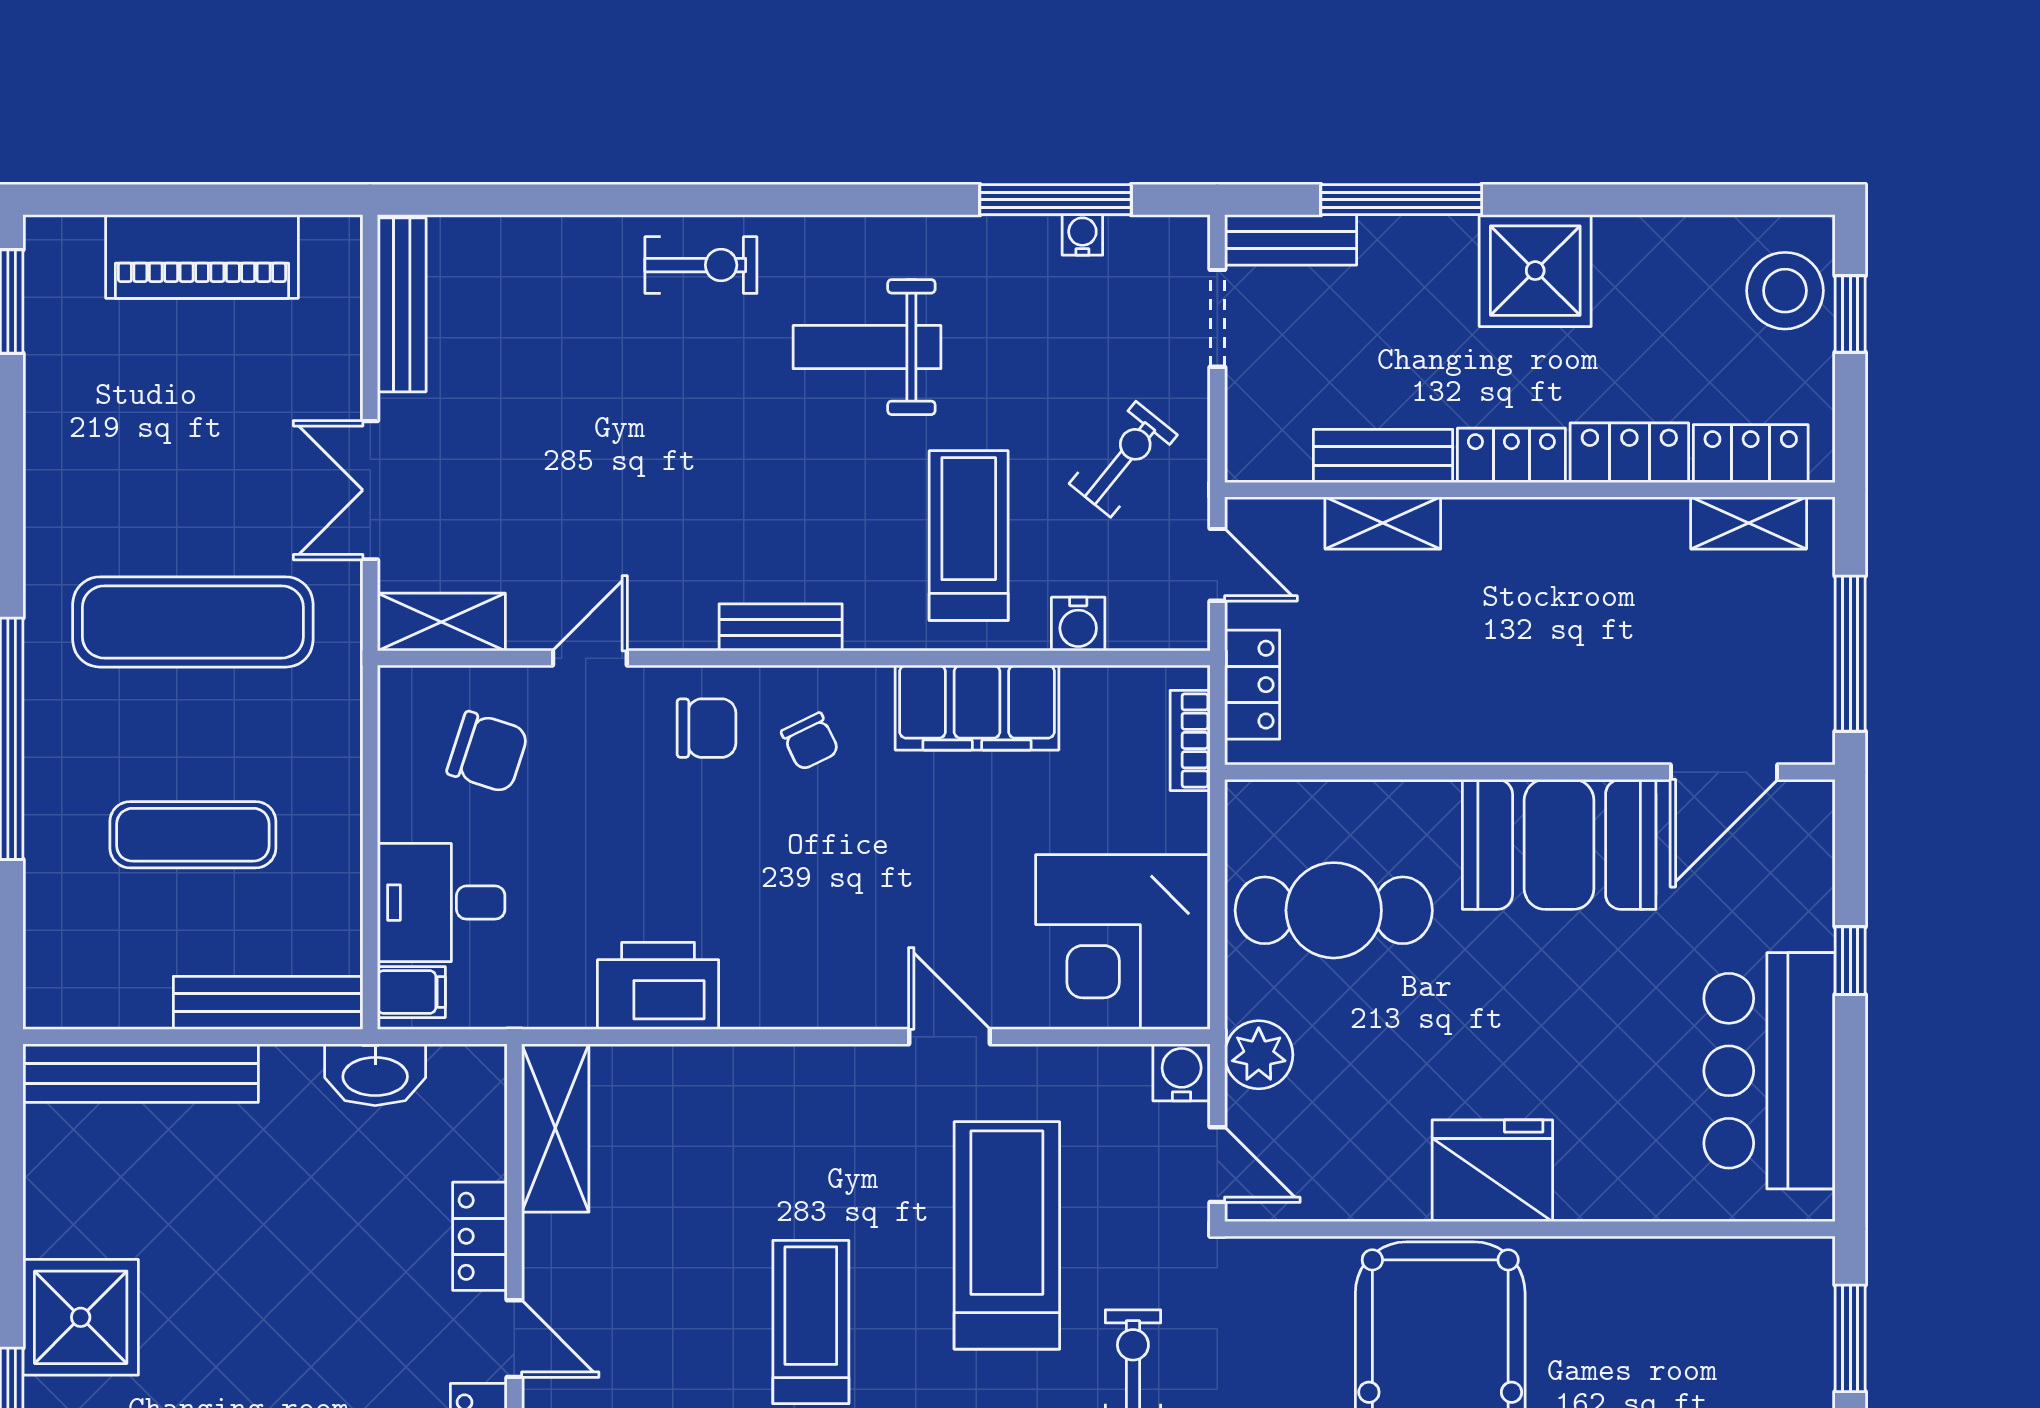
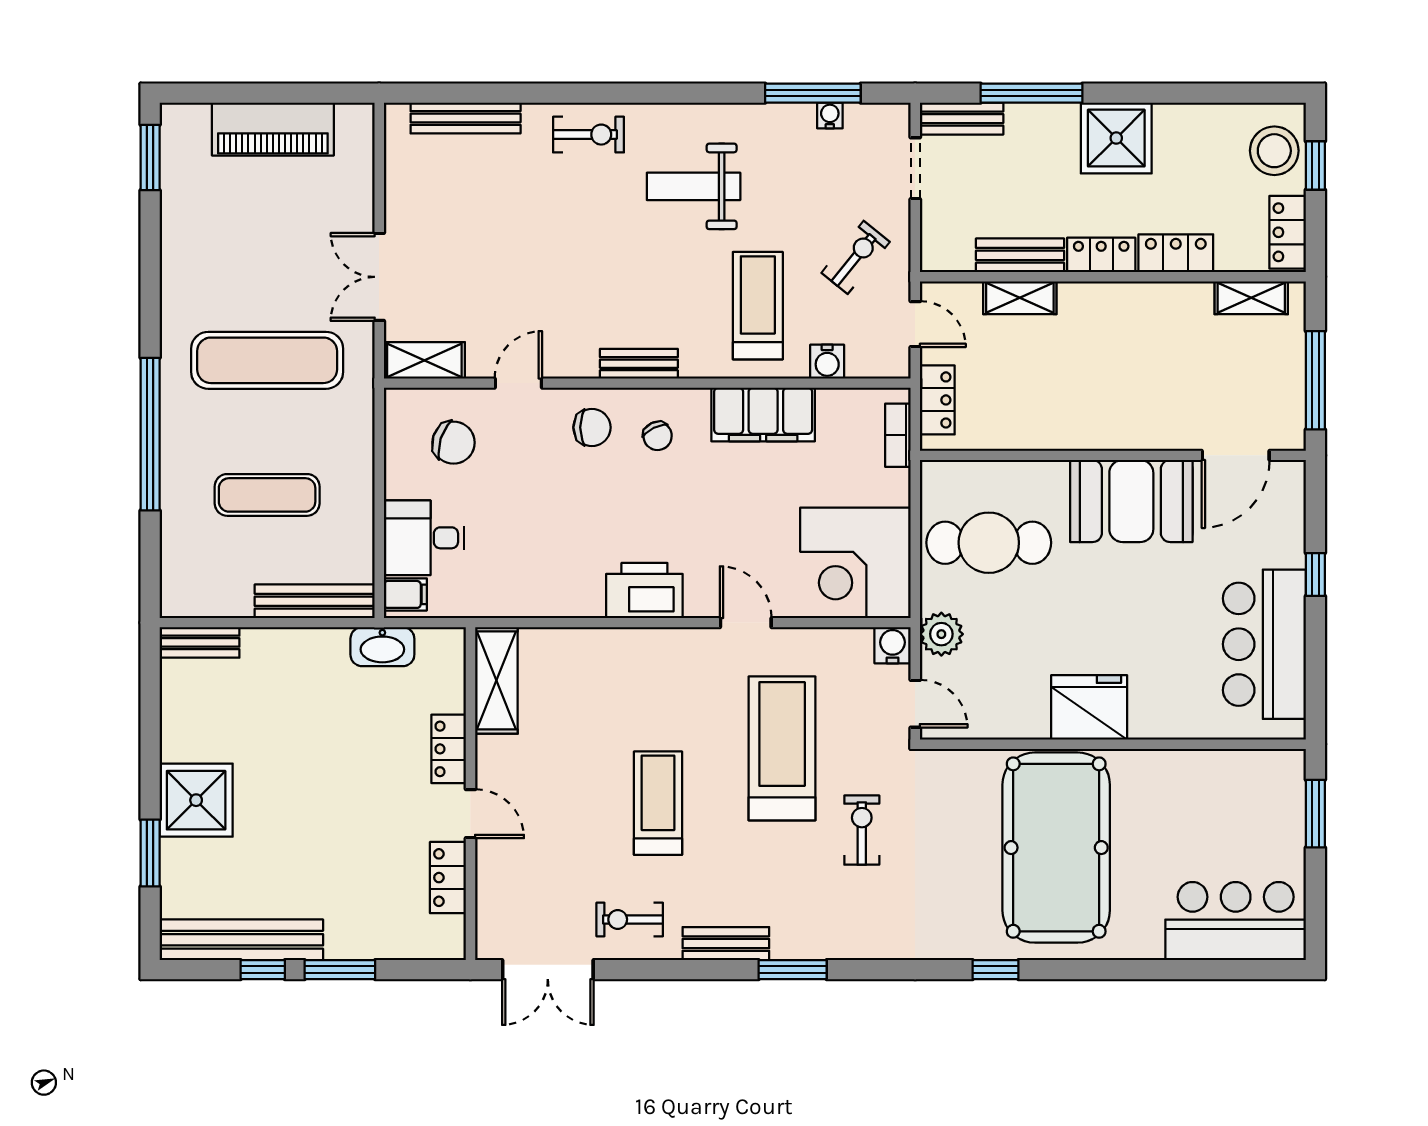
bench: (402, 305) -> (466, 118), moved, turned 90
locker: (1751, 454) -> (1288, 232), moved, turned -90
printer: (658, 986) -> (644, 591), moved
bench: (141, 1073) -> (200, 642), width x0.54, depth x0.82

